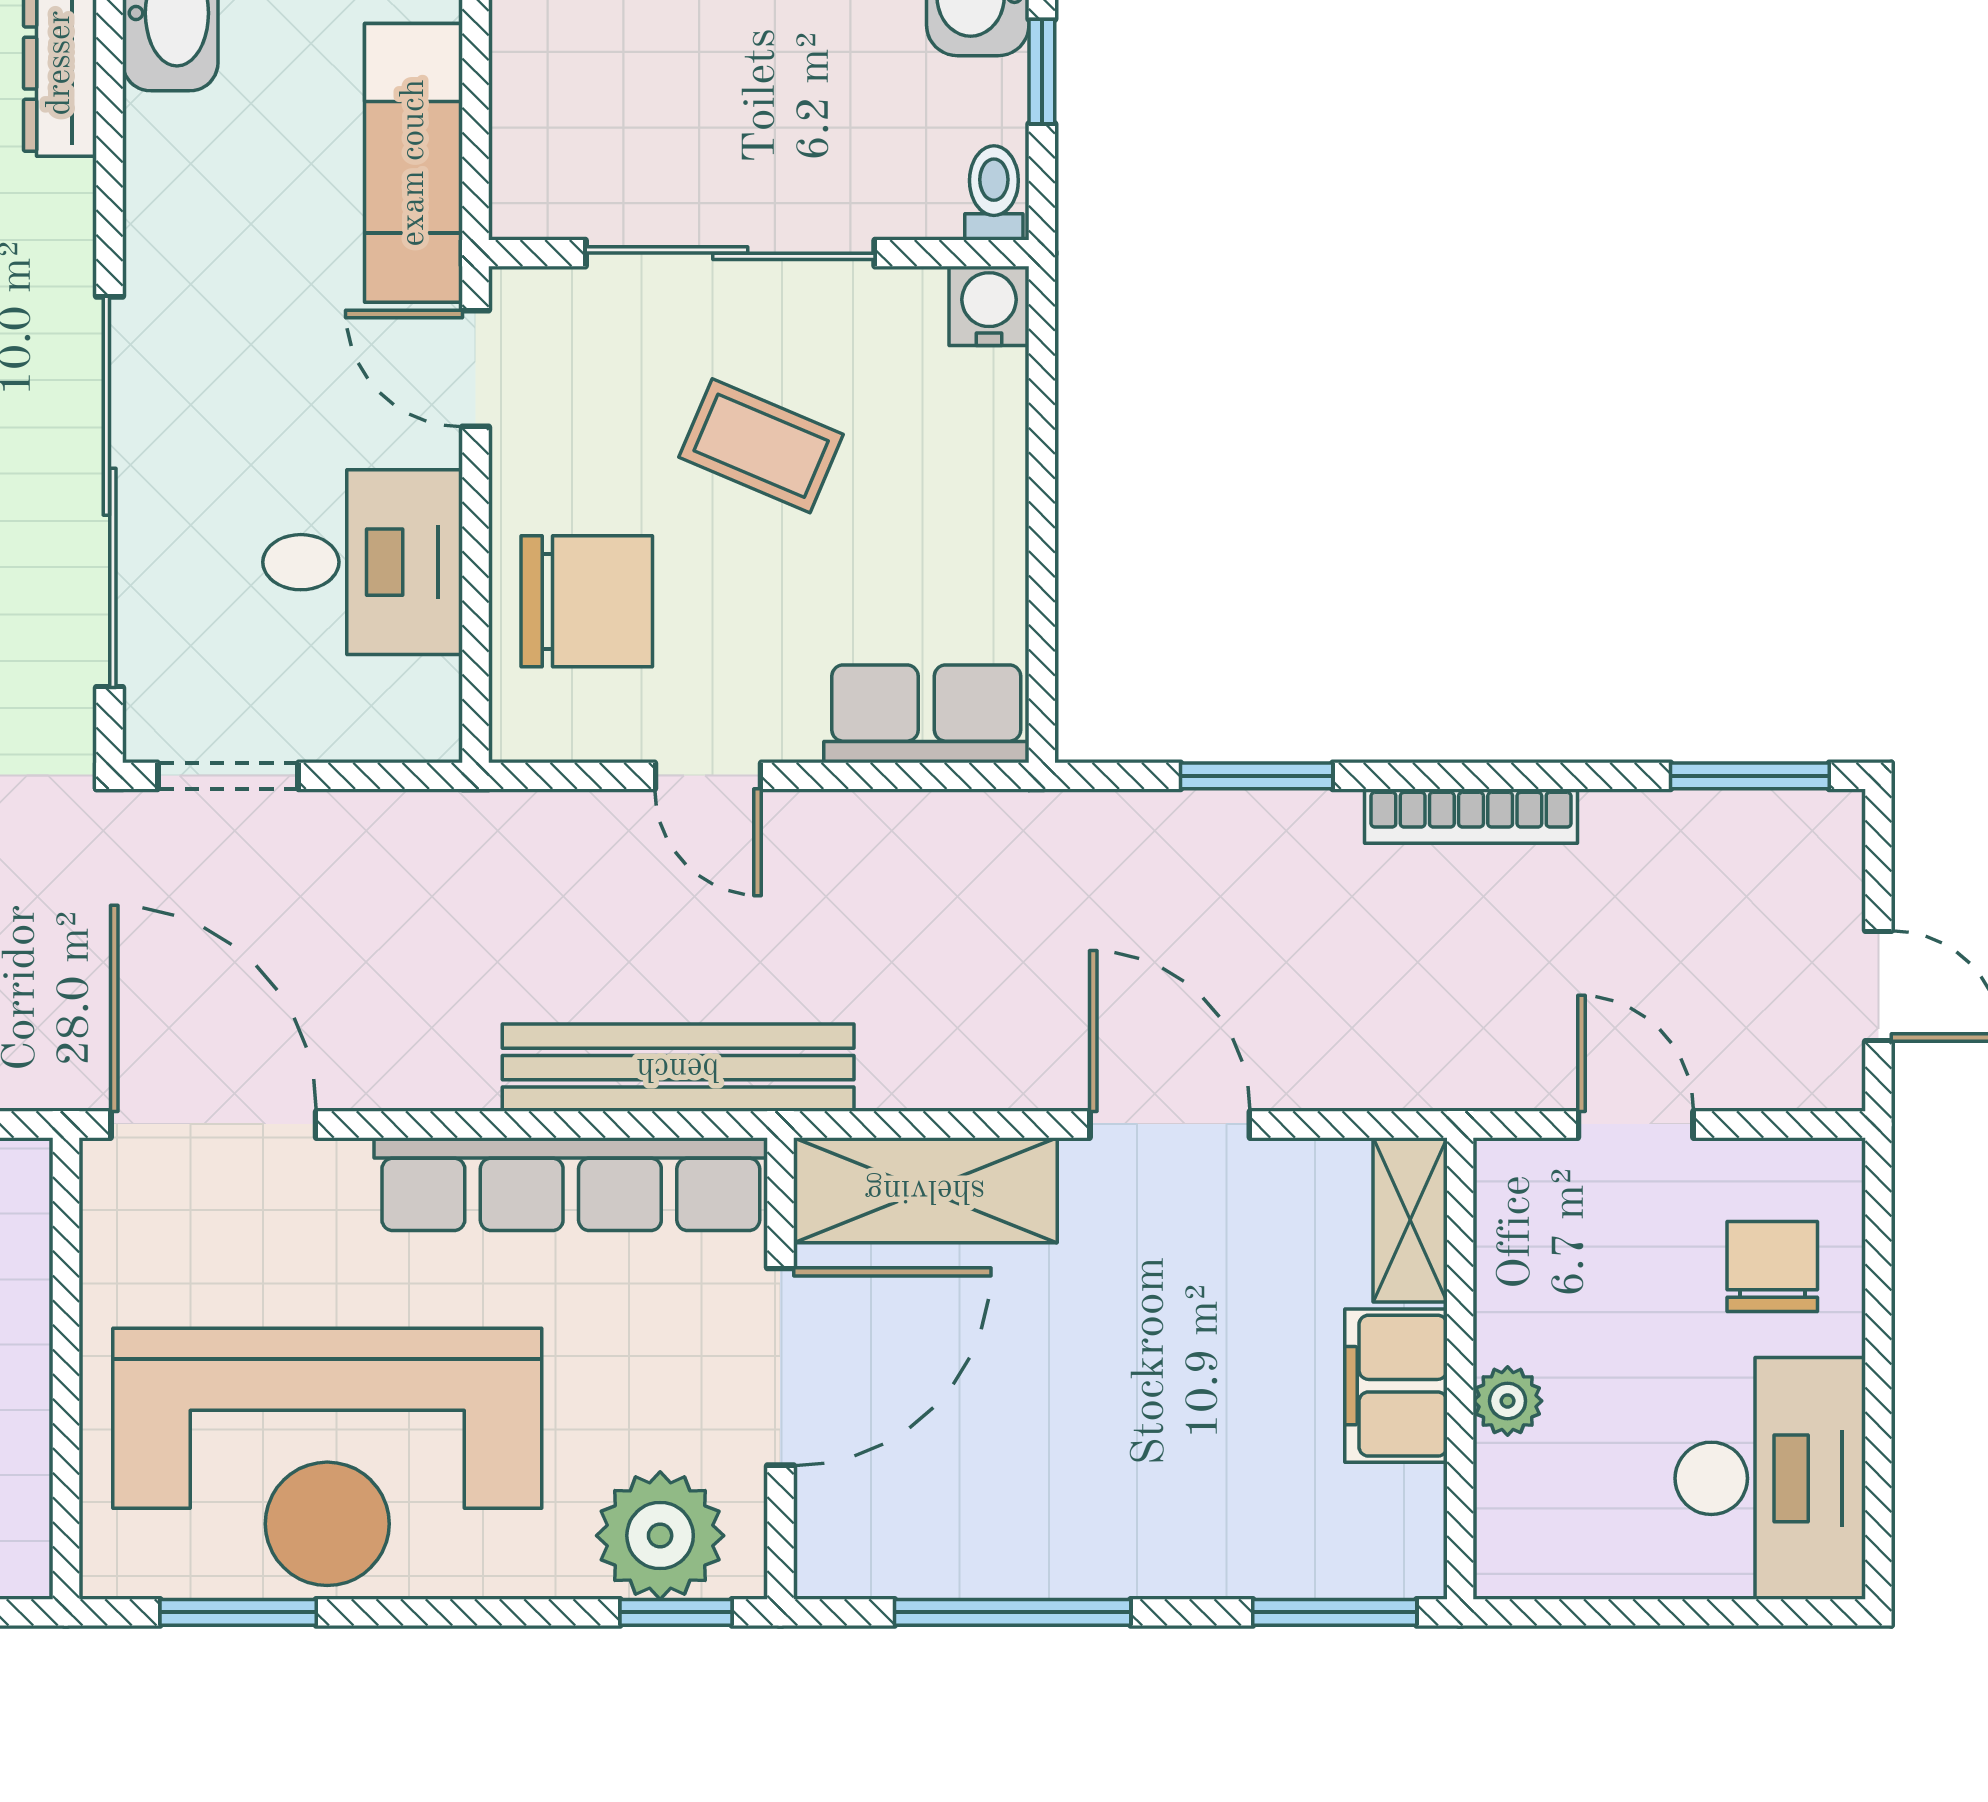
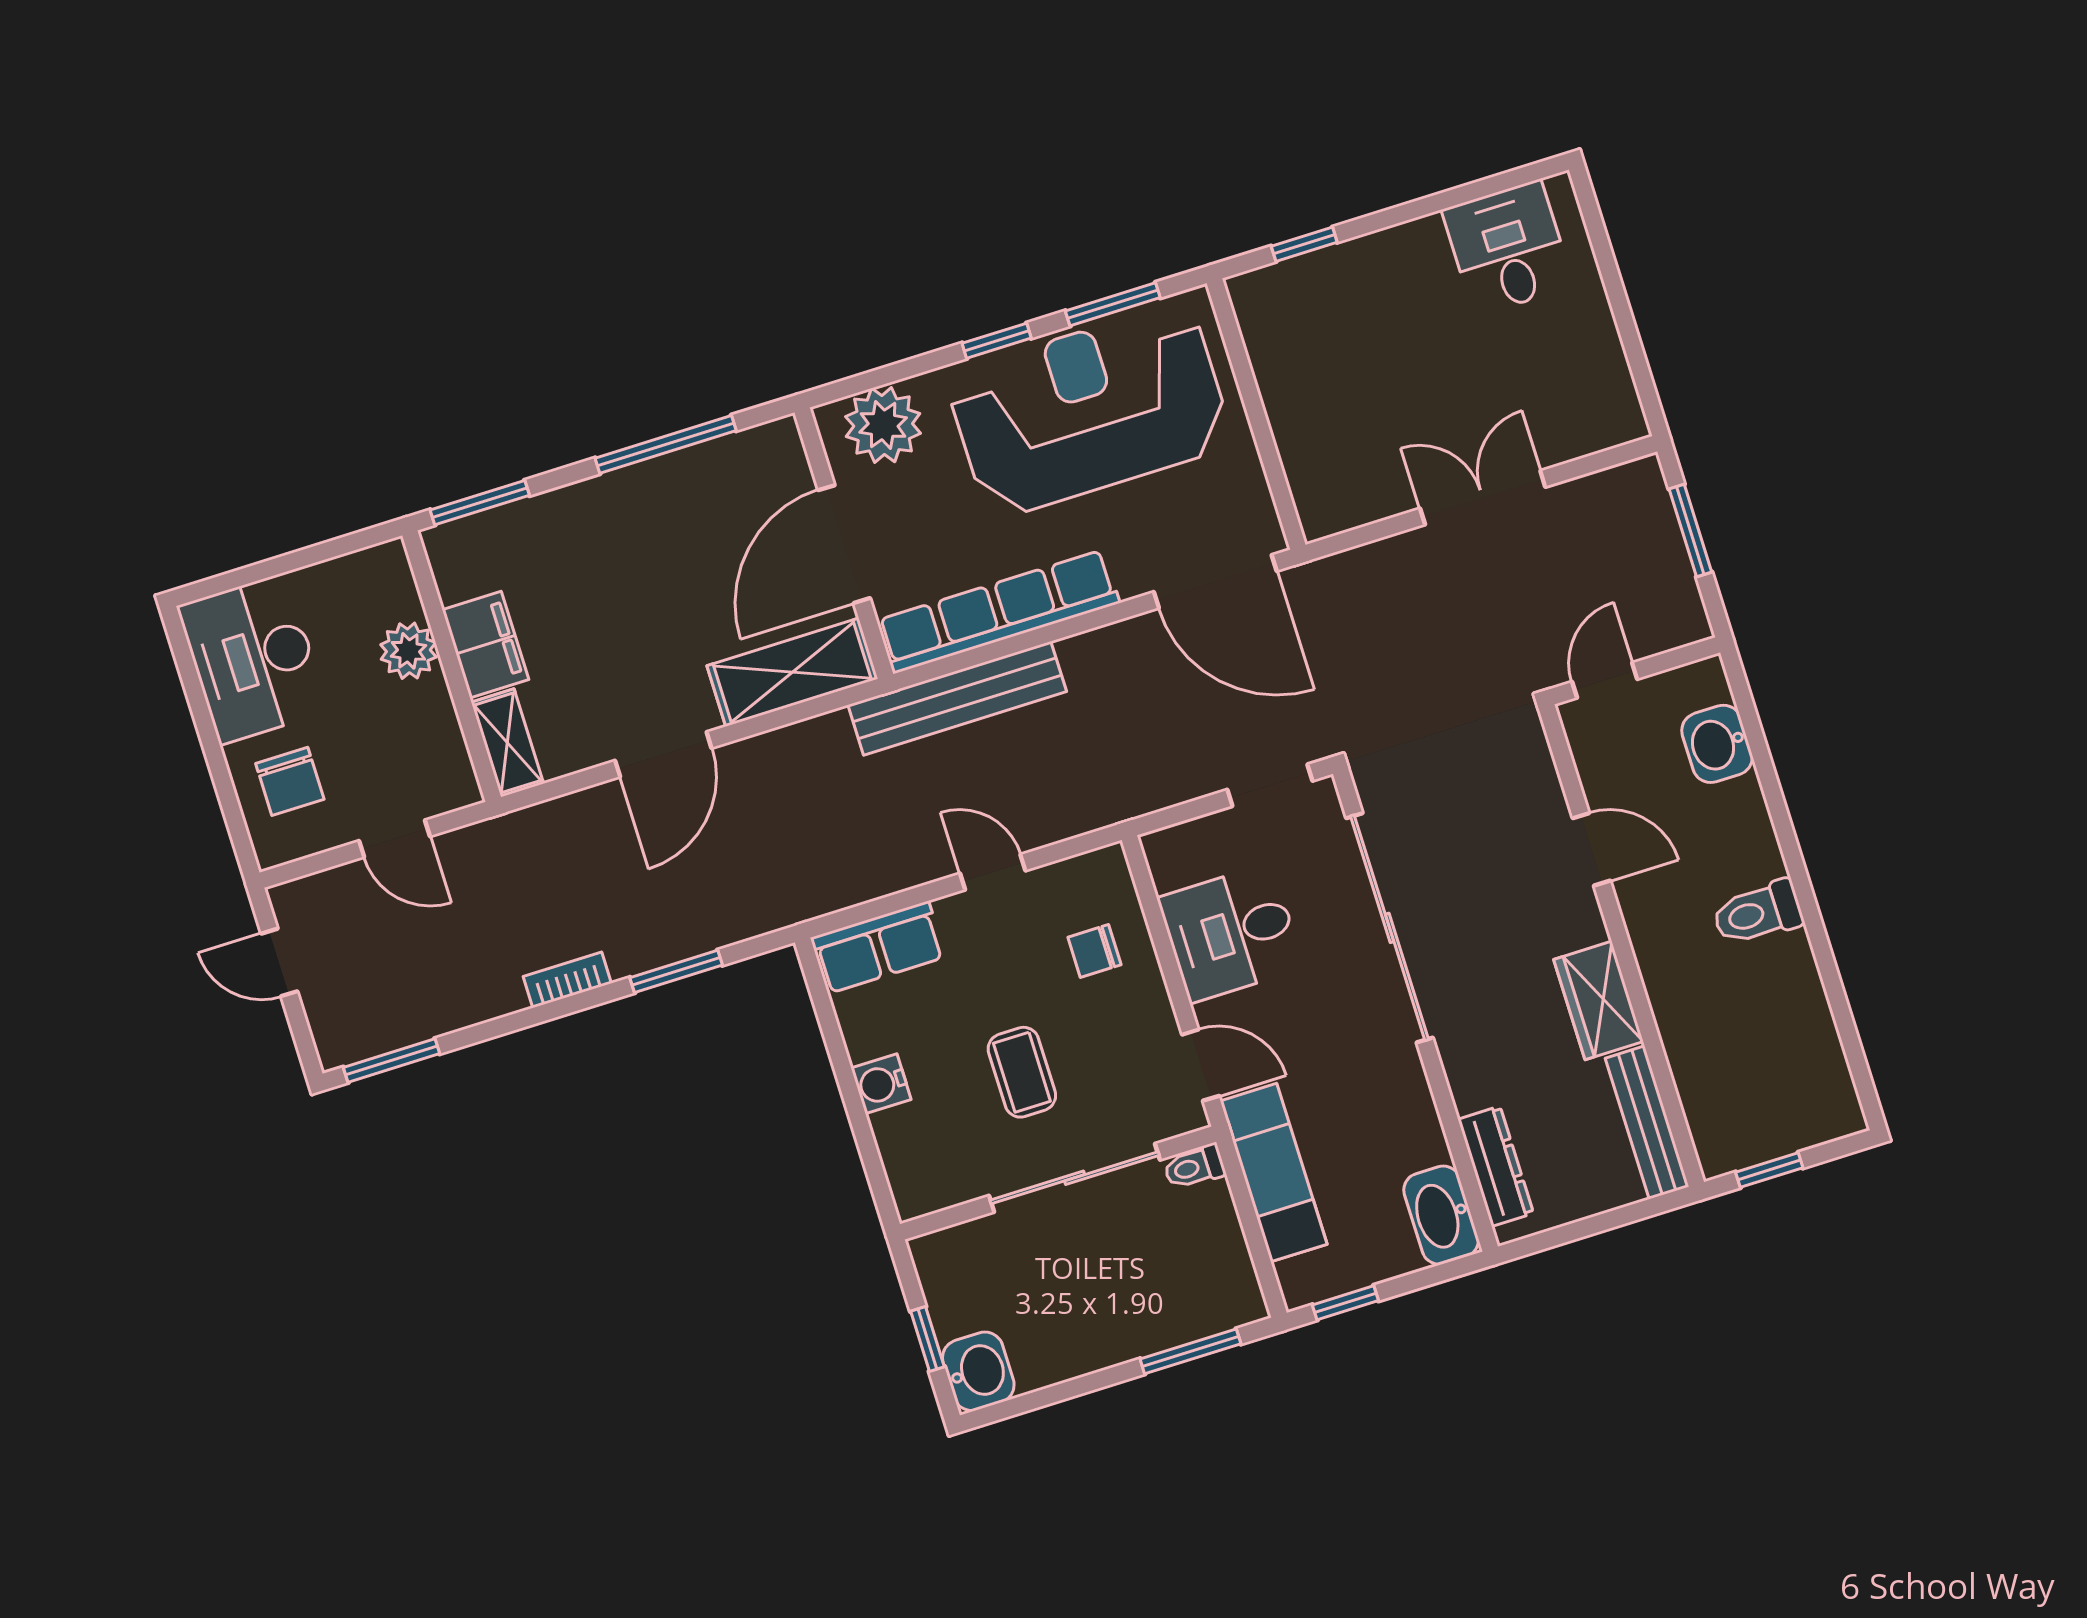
toilet: (994, 193) -> (1194, 1167), moved, turned 90
water cooler: (989, 306) -> (881, 1084), moved, turned 90
coffee table: (761, 446) -> (1022, 1072), turned 67
chair: (587, 601) -> (1094, 951), width x0.54, depth x0.54
bookcase: (1471, 816) -> (567, 980), width x0.64
door: (1170, 1124) -> (663, 754), hinge flipped
plant: (1508, 1401) -> (408, 651), width x1.38, depth x1.38
window: (676, 1612) -> (997, 341), moved

